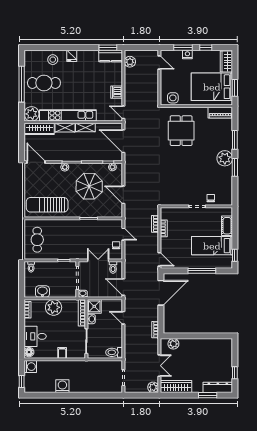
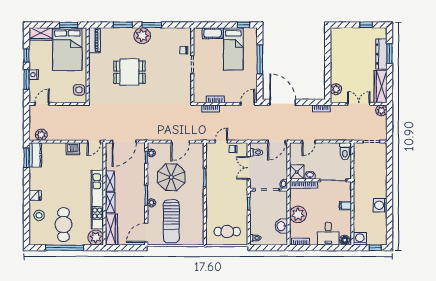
dining table: (181, 131) -> (129, 72), moved
sun lounger: (47, 205) -> (171, 221), moved
dresser: (218, 387) -> (381, 54), moved

